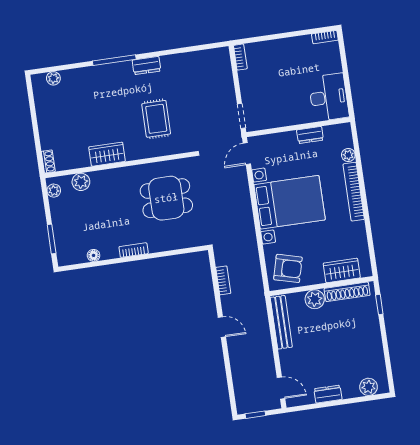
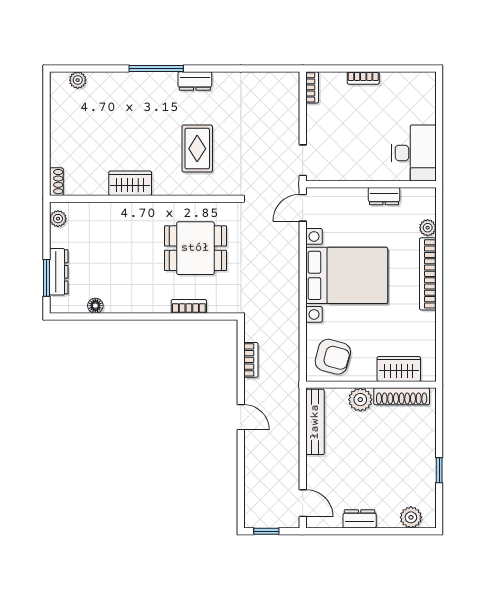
bookcase: (325, 37) -> (363, 78), moved
plant: (81, 182) -> (93, 213), removed
dresser: (61, 233) -> (59, 272), added
bookcase: (134, 250) -> (189, 306), moved
window: (379, 305) -> (439, 470), moved

